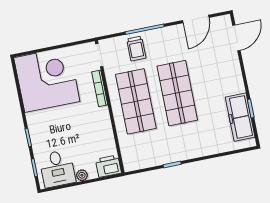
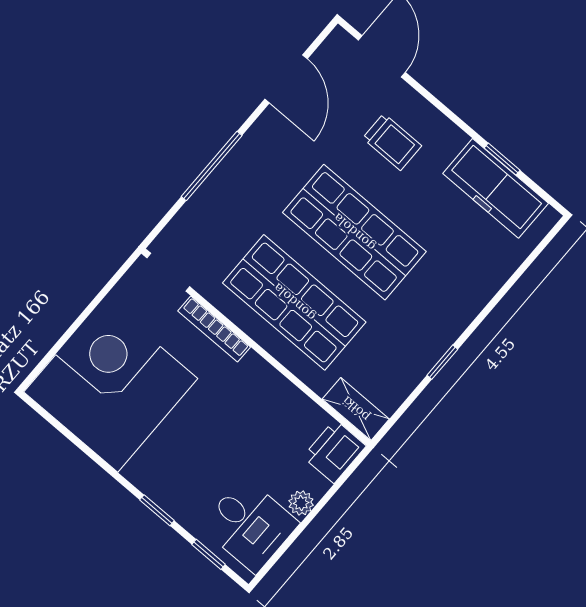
trolley: (136, 48) -> (392, 142), moved
shelving: (128, 157) -> (356, 409), added

